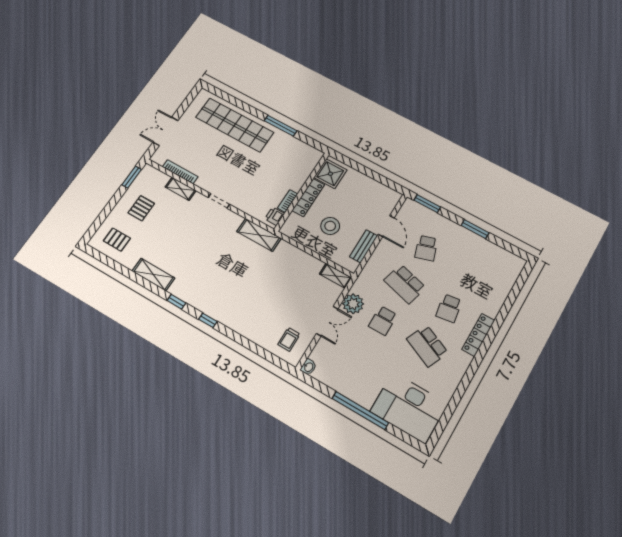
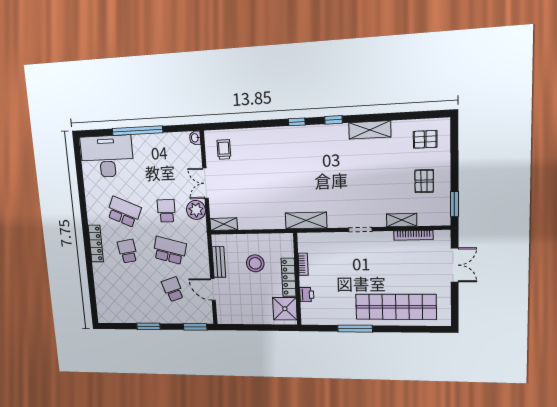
printer: (275, 216) -> (307, 295), moved

